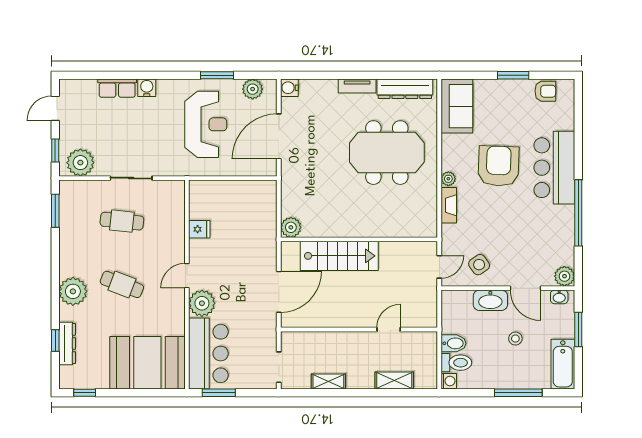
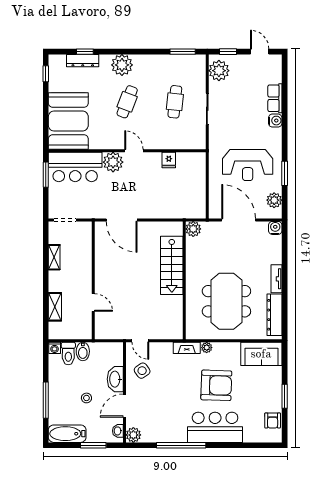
plant: (291, 227) -> (193, 229), moved
wall: (359, 239) -> (184, 280), moved
stairs: (339, 256) -> (172, 265), moved

